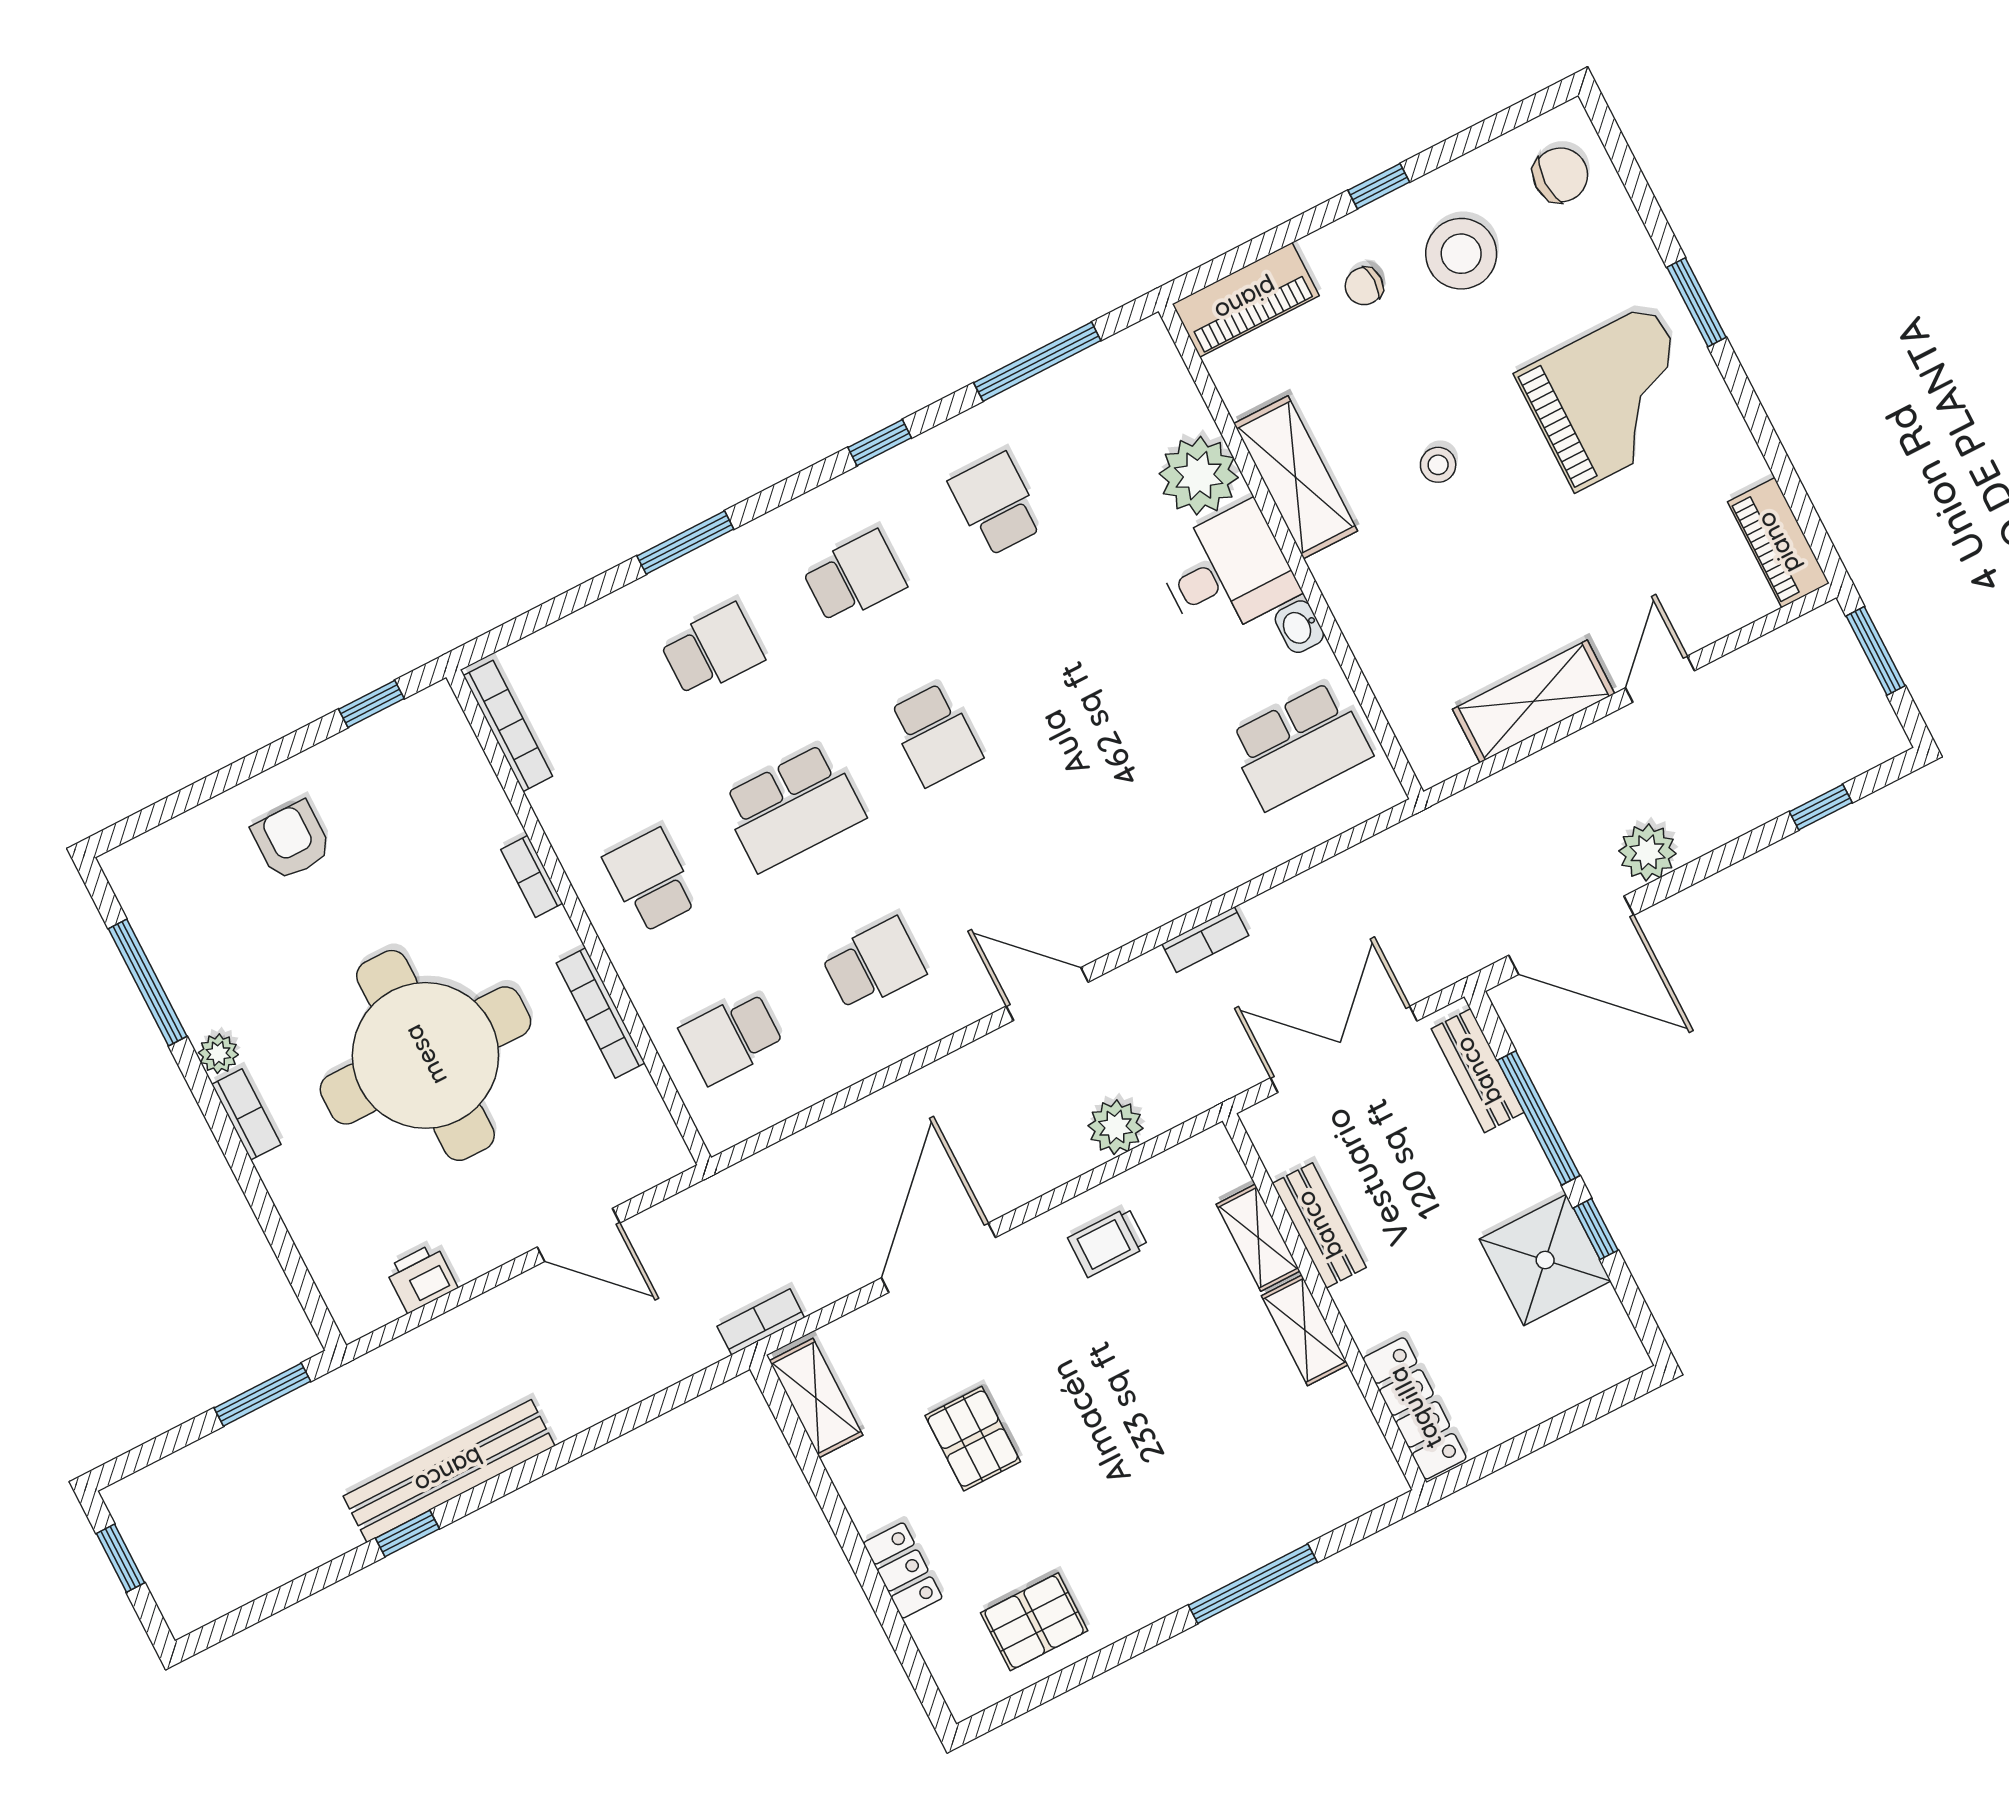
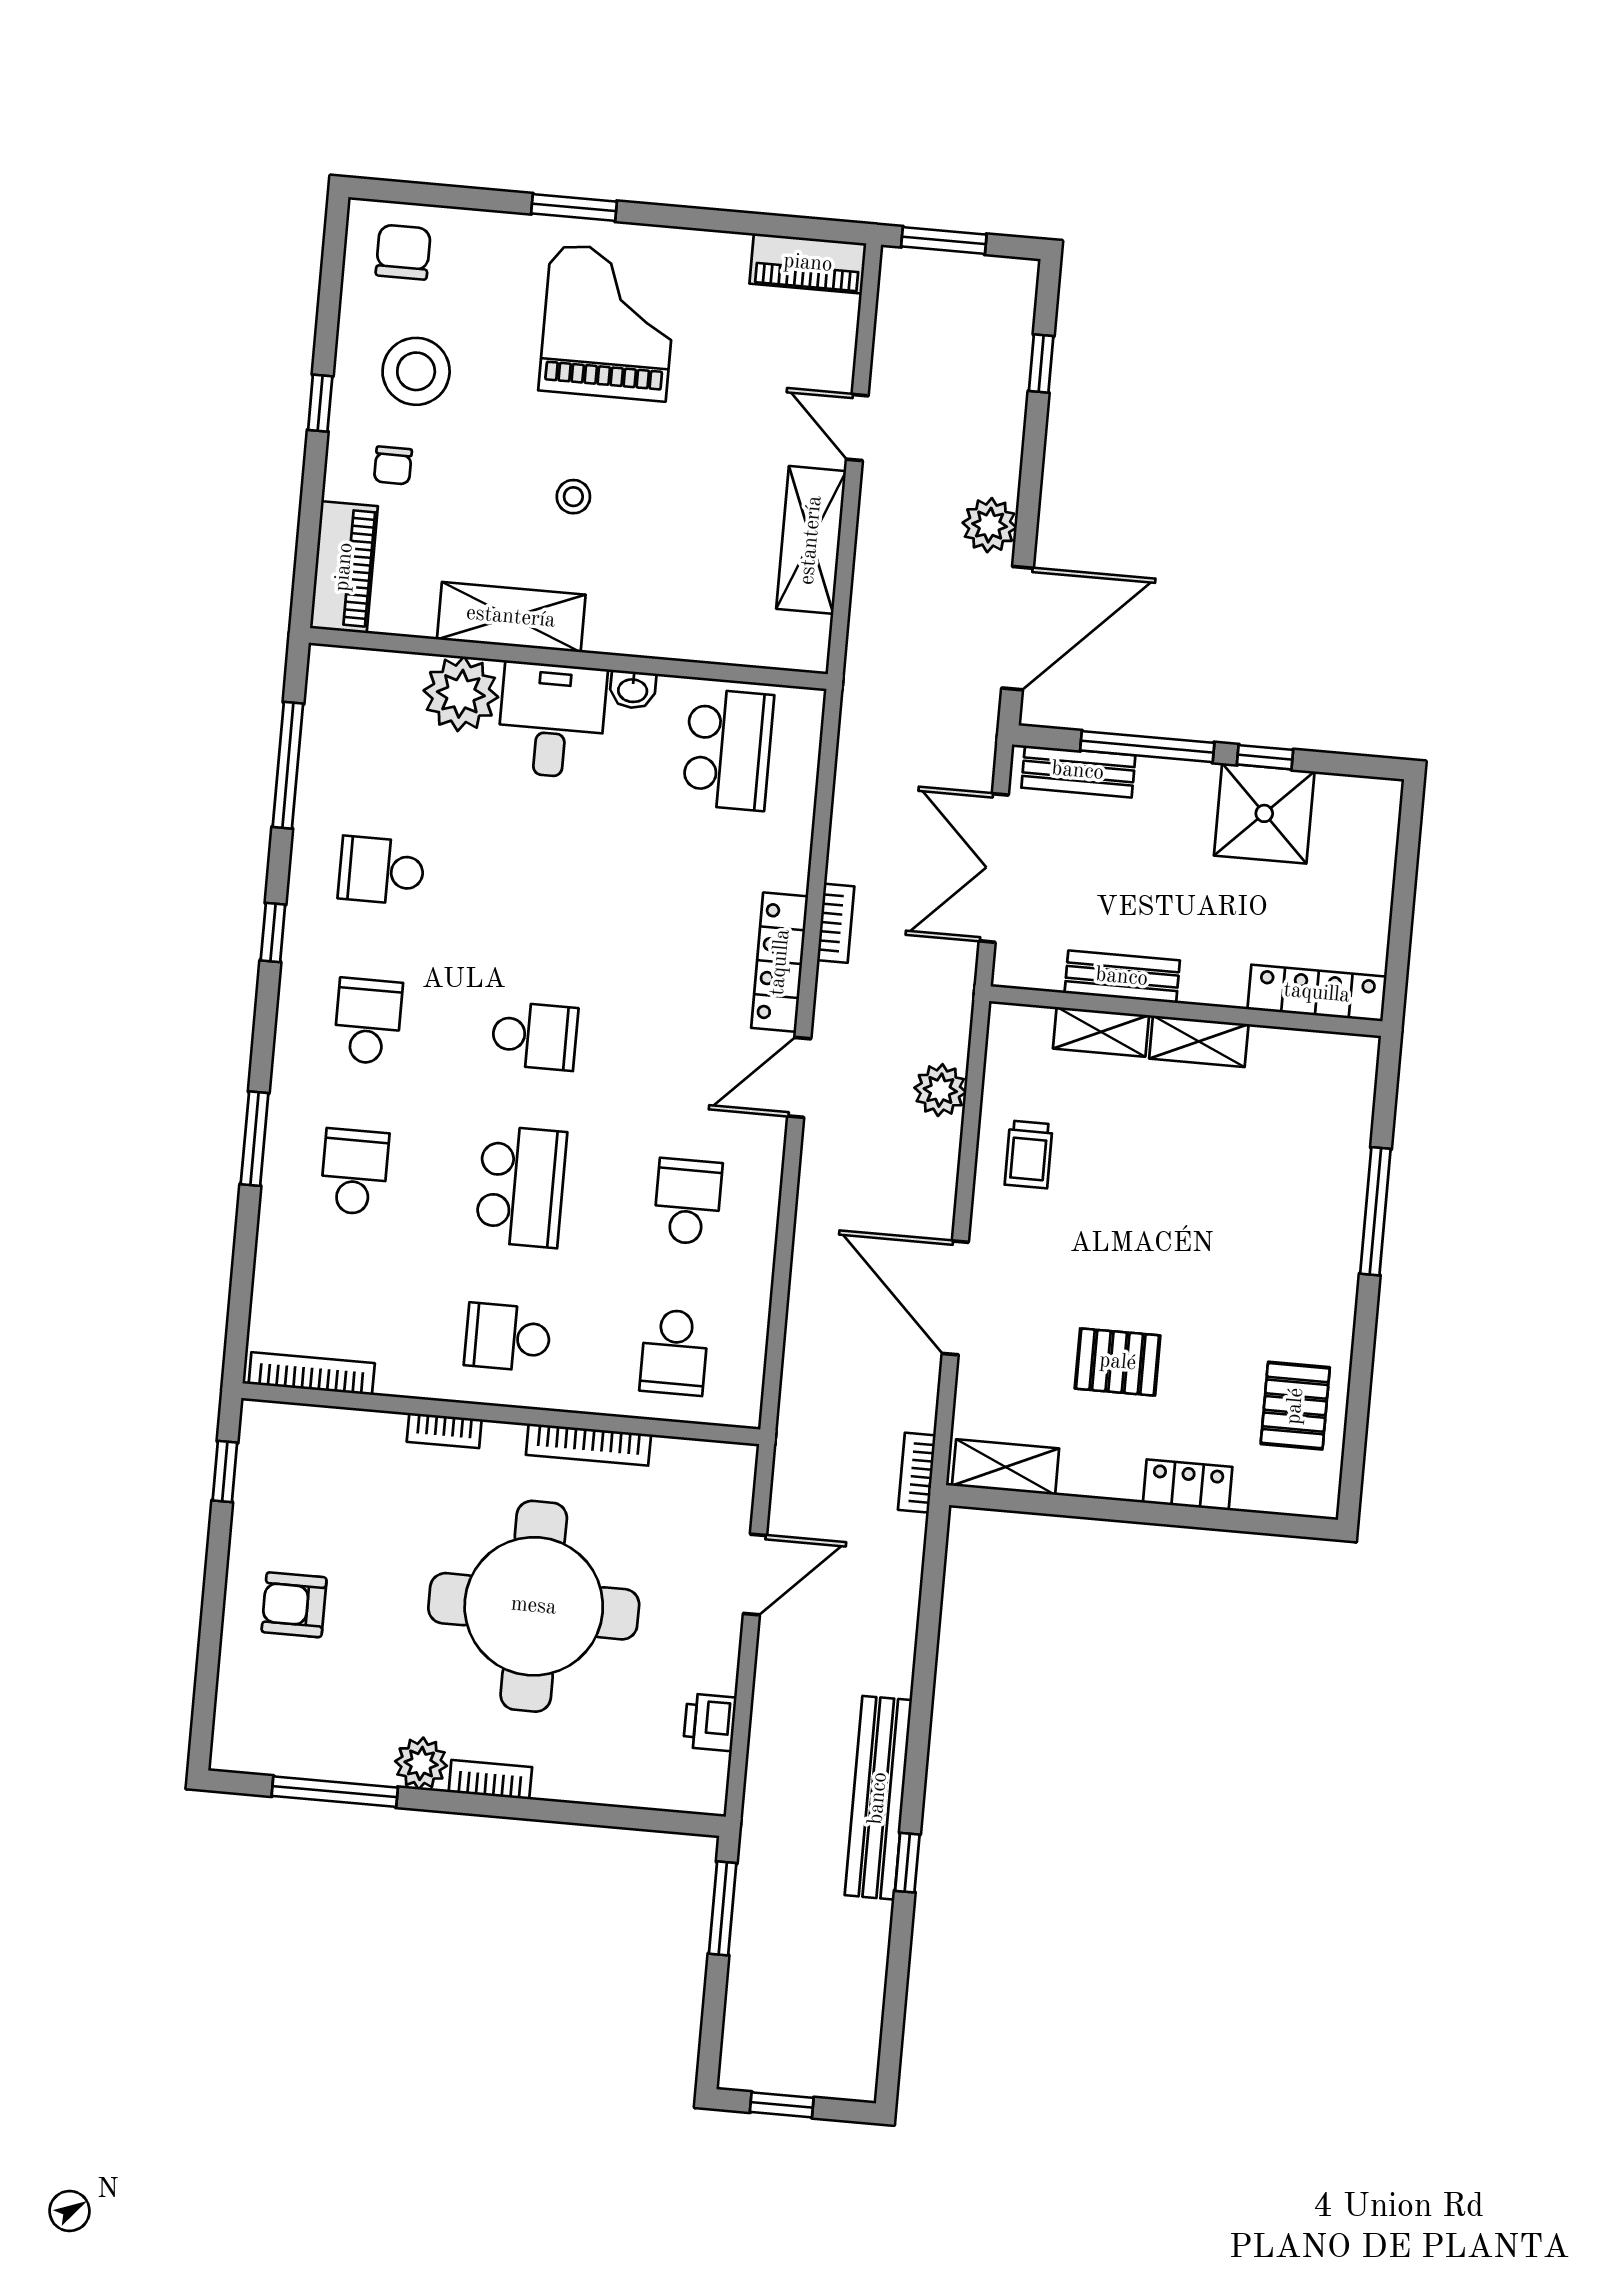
locker: (1139, 912) -> (780, 962), added
plant: (218, 1054) -> (421, 1763), width x1.38, depth x1.38

